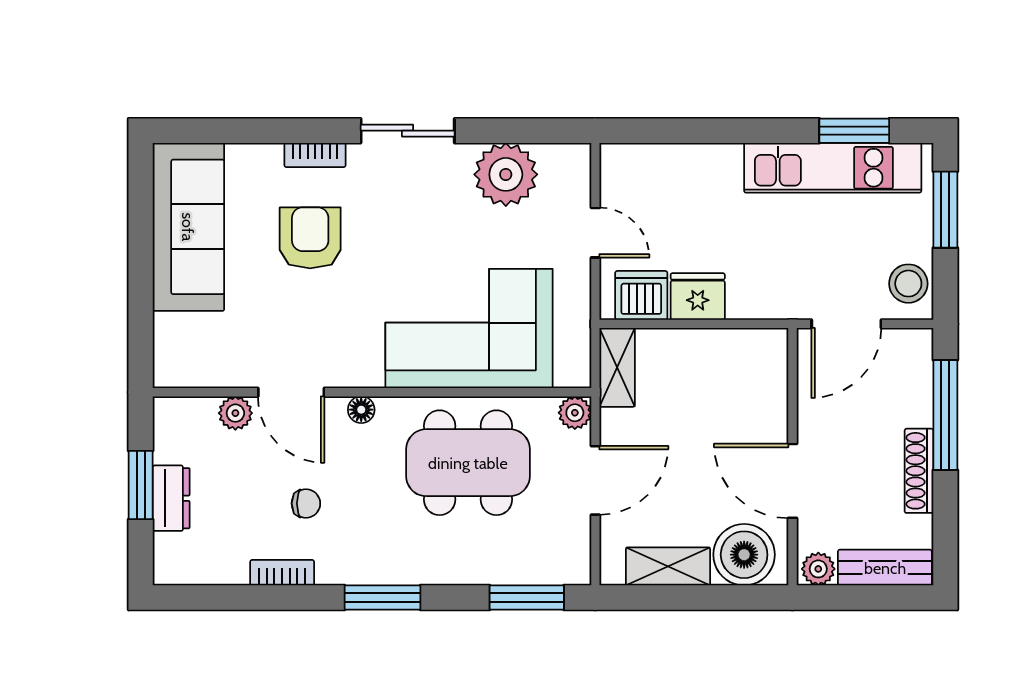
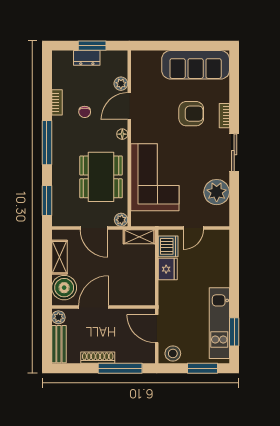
window: (383, 597) -> (47, 143), width x1.44

